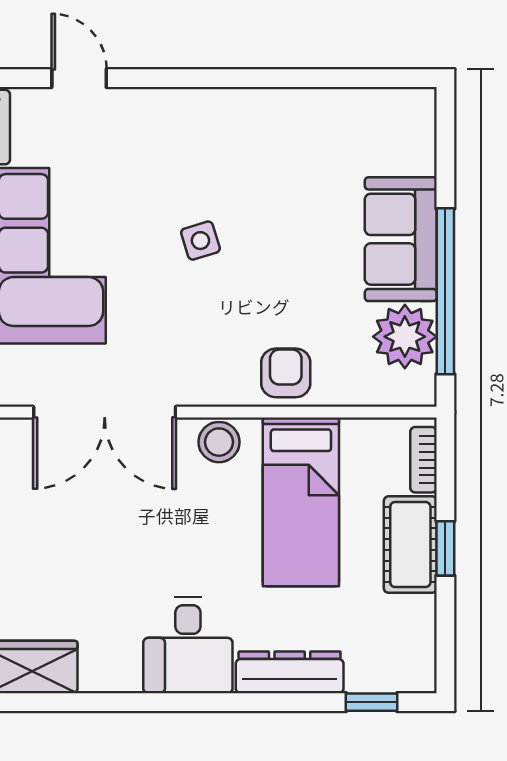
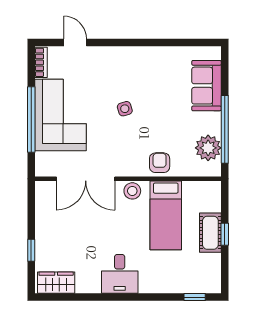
sofa: (401, 239) -> (206, 86), moved
bookcase: (423, 460) -> (216, 198), removed
dresser: (290, 672) -> (161, 285), removed

